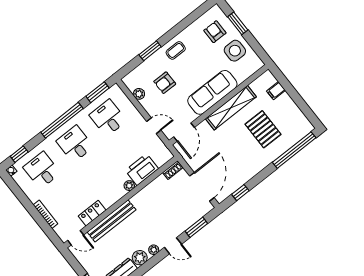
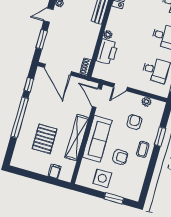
armchair: (215, 32) -> (120, 157), moved
pallet: (263, 129) -> (45, 139), turned 90
window: (294, 150) -> (20, 117), moved

